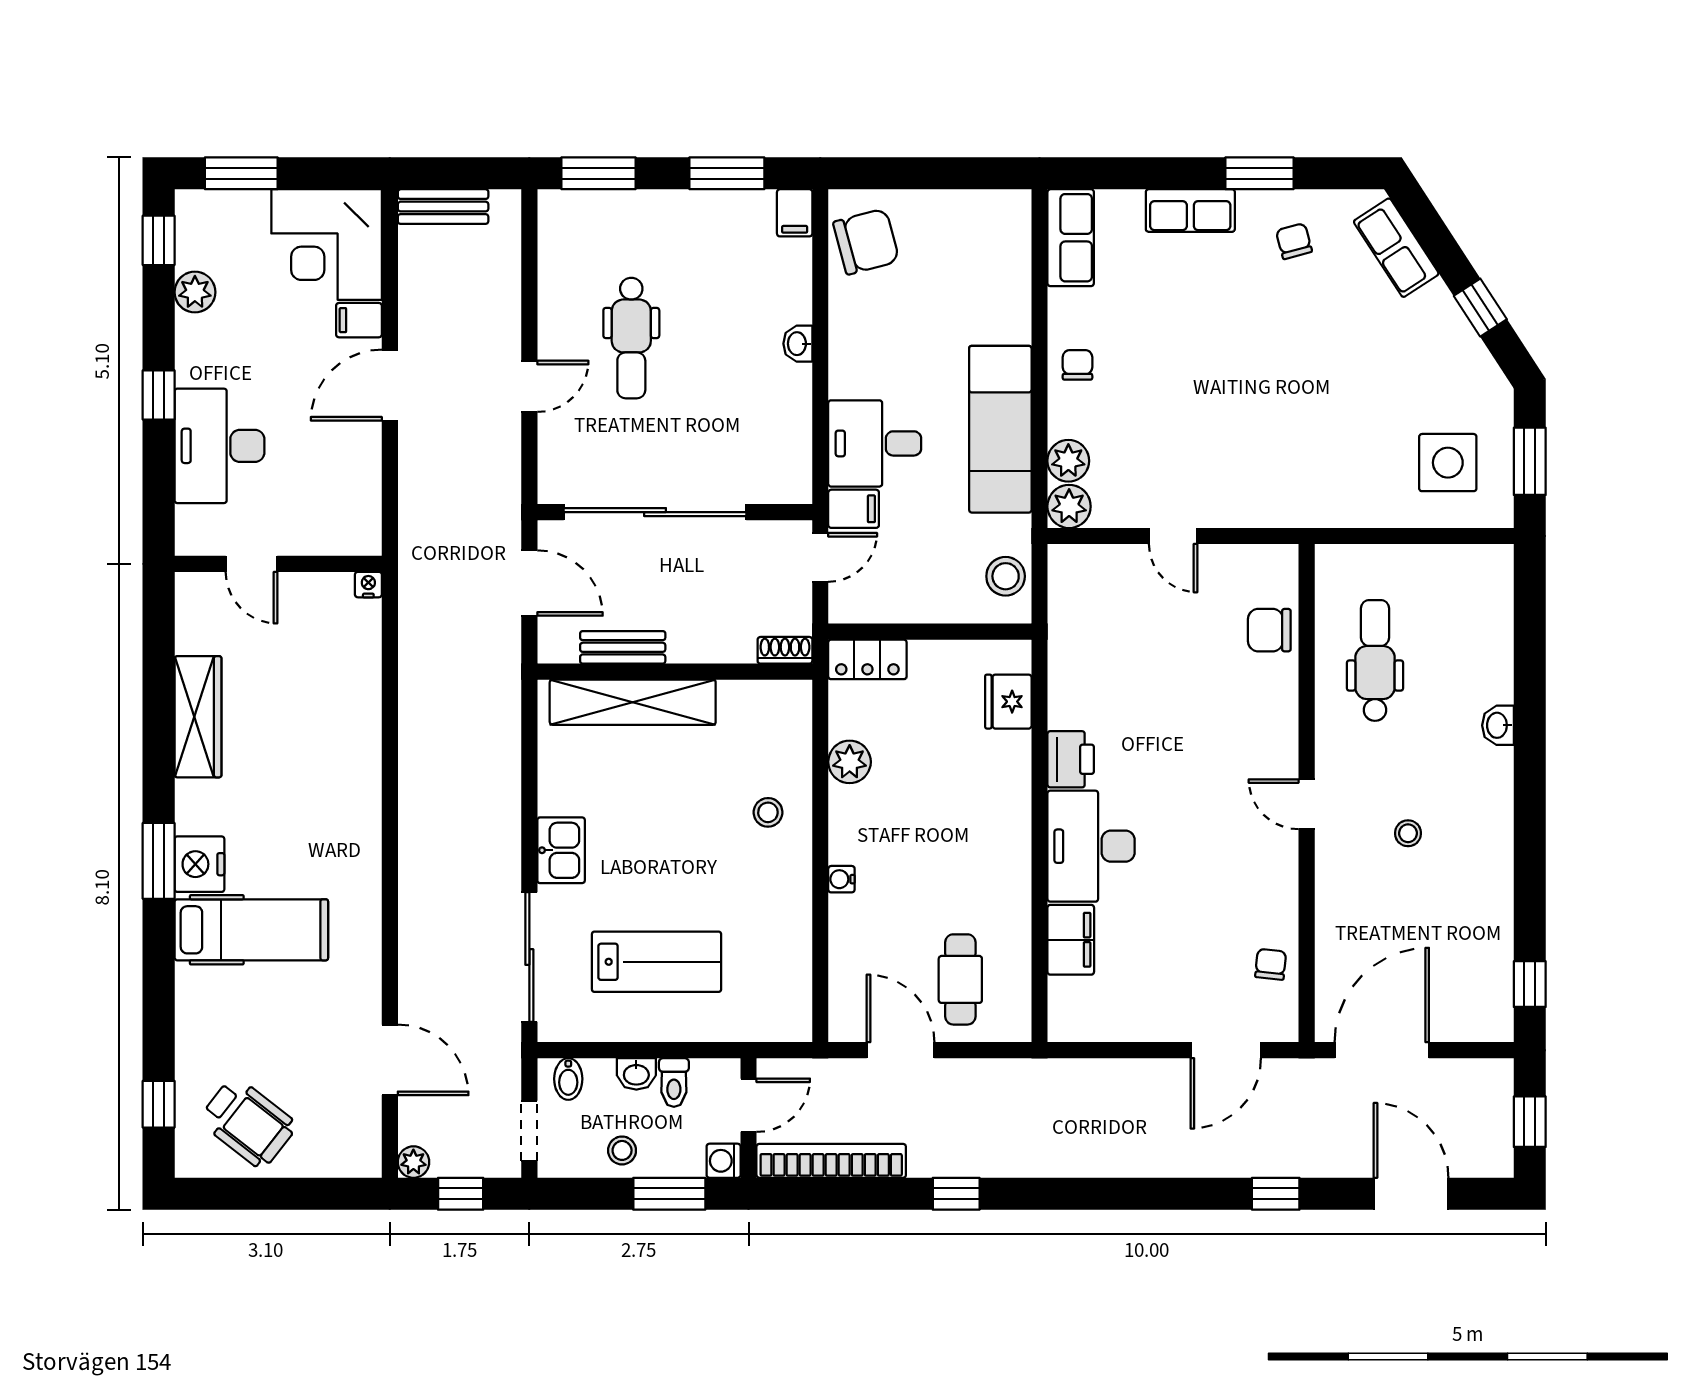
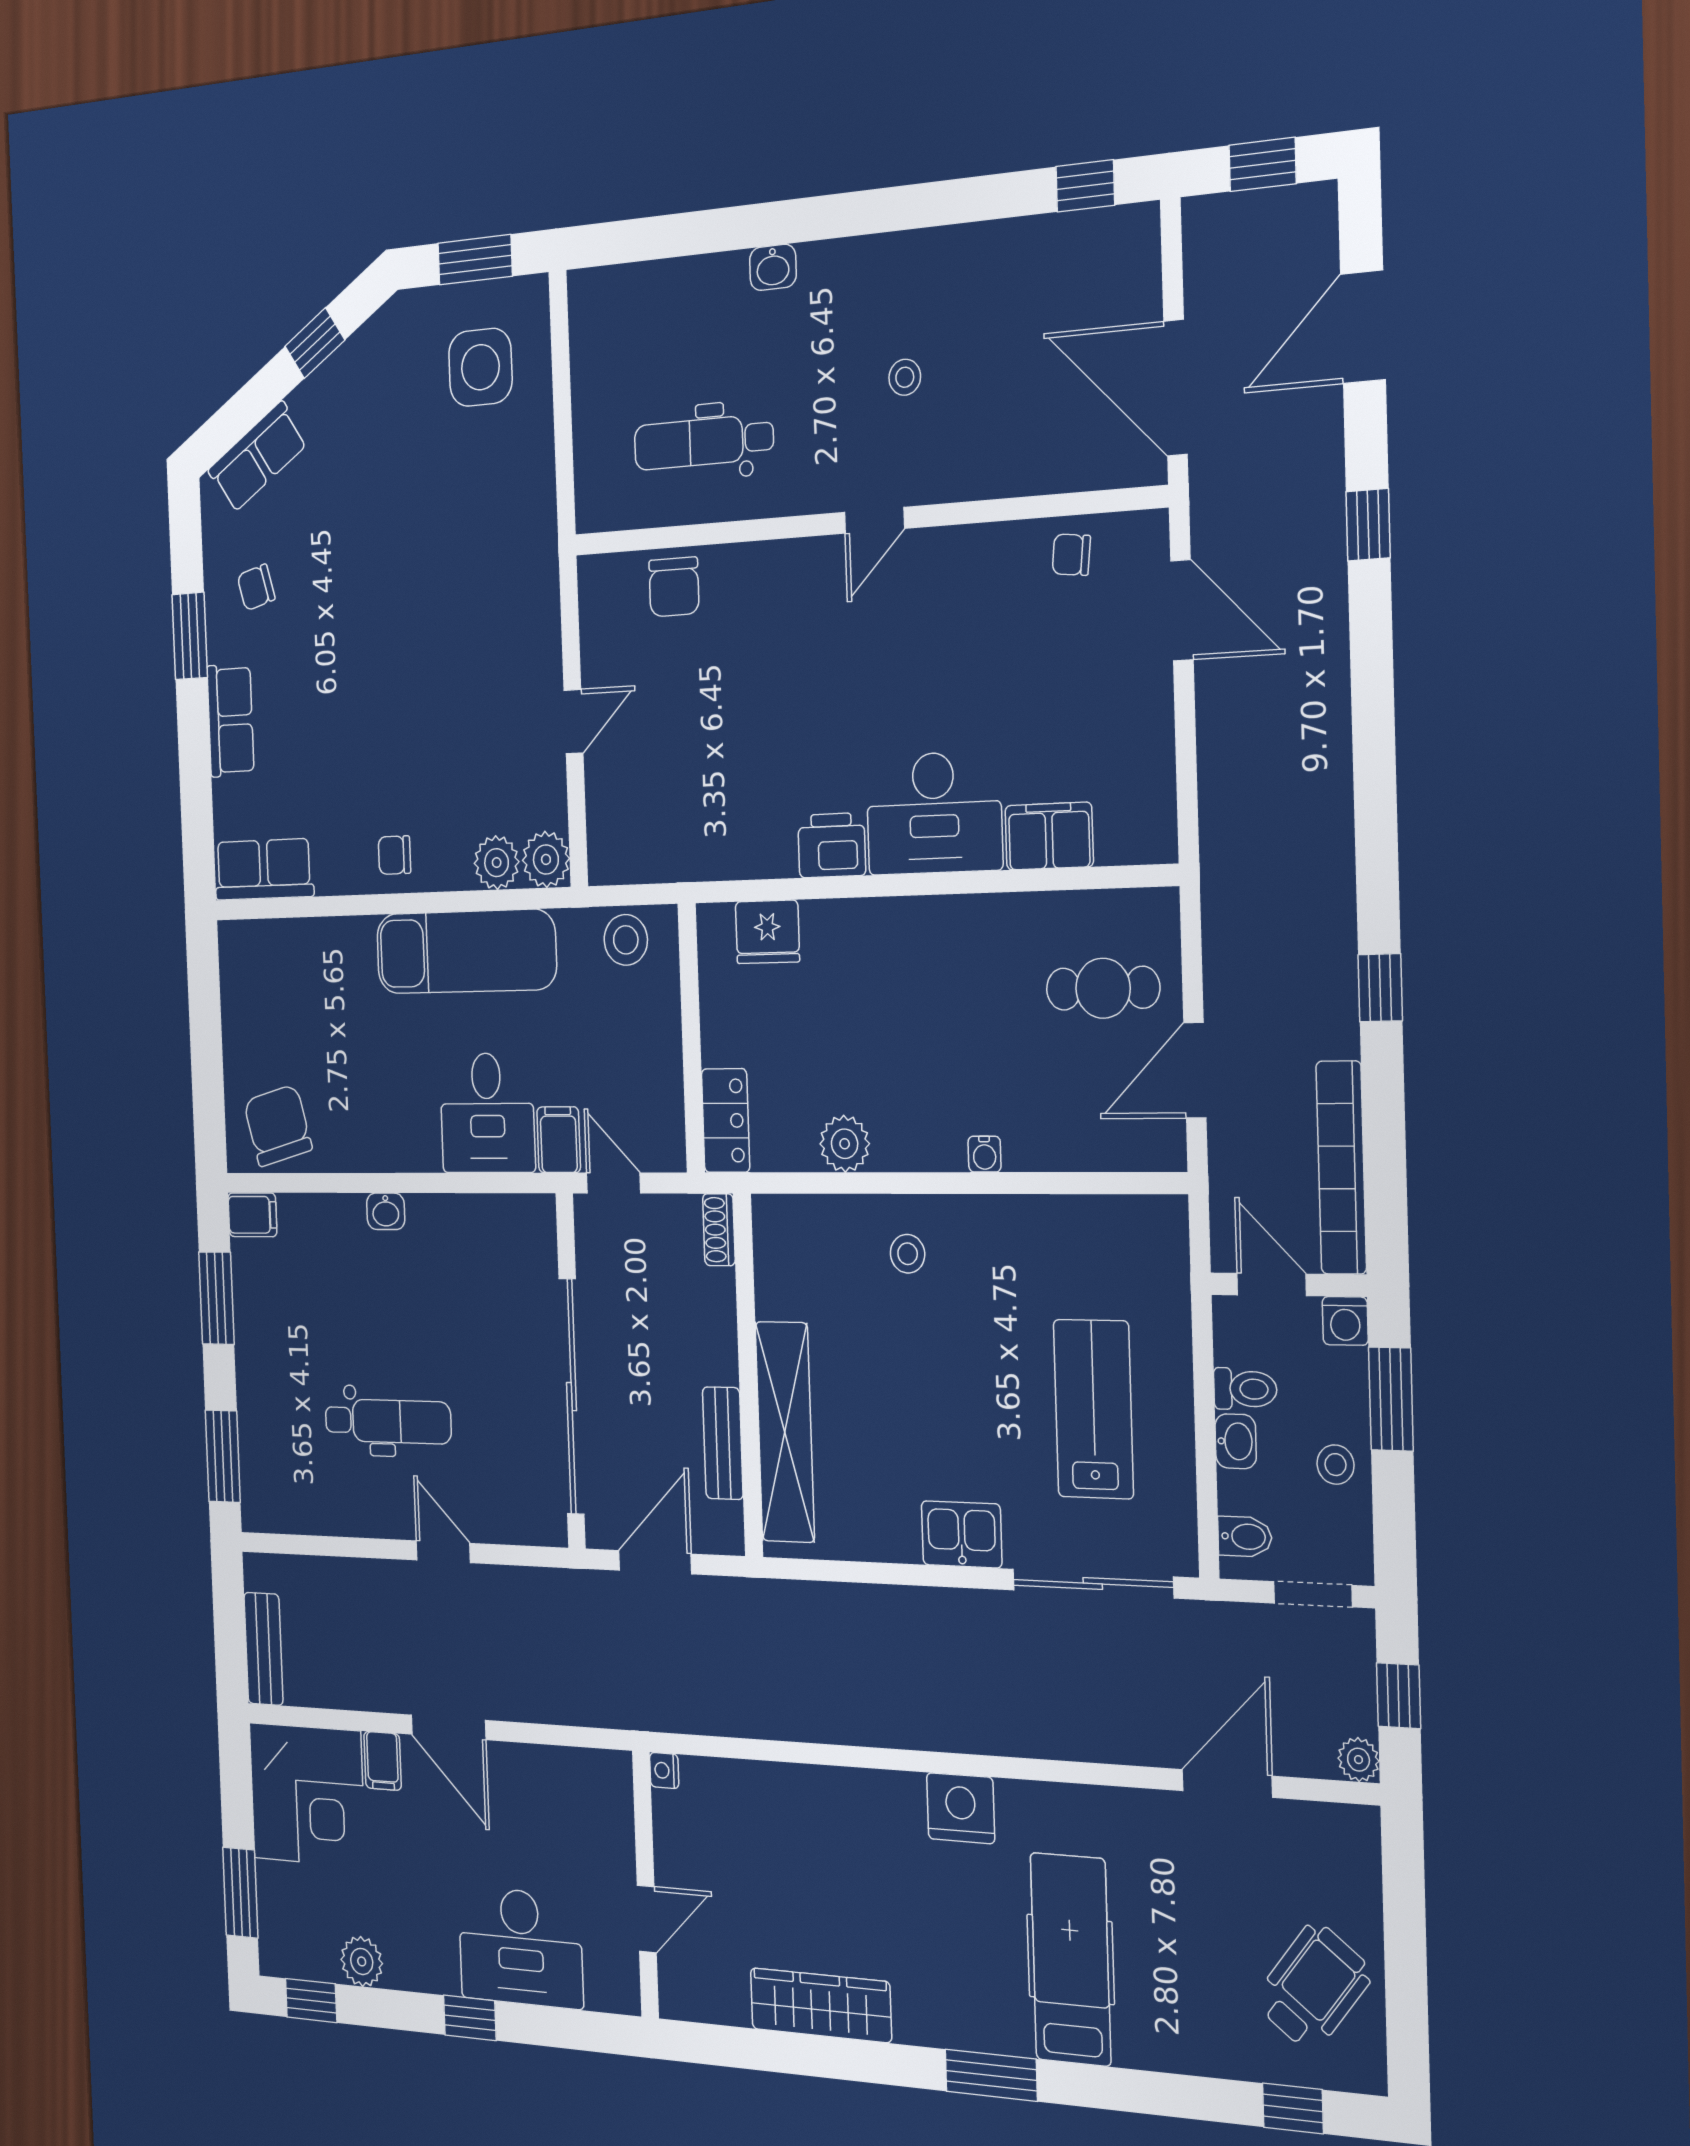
nightstand: (199, 864) -> (961, 1808), moved, turned 180

